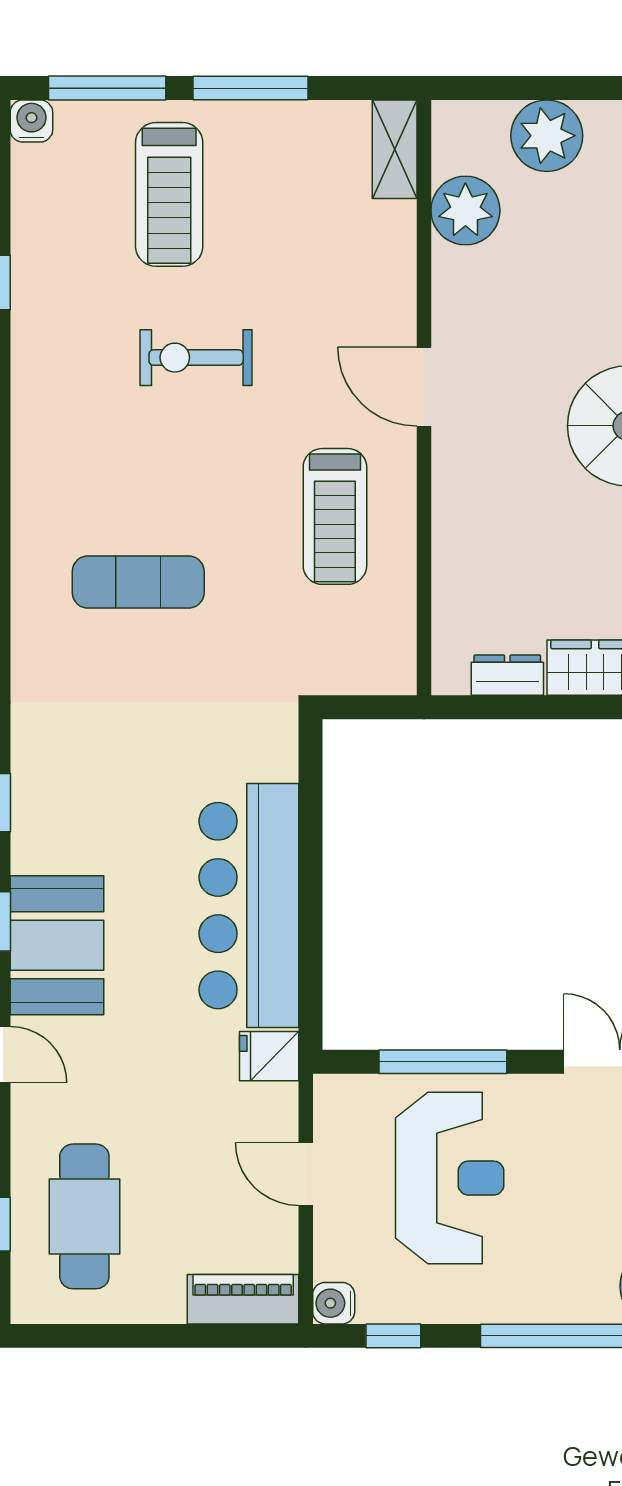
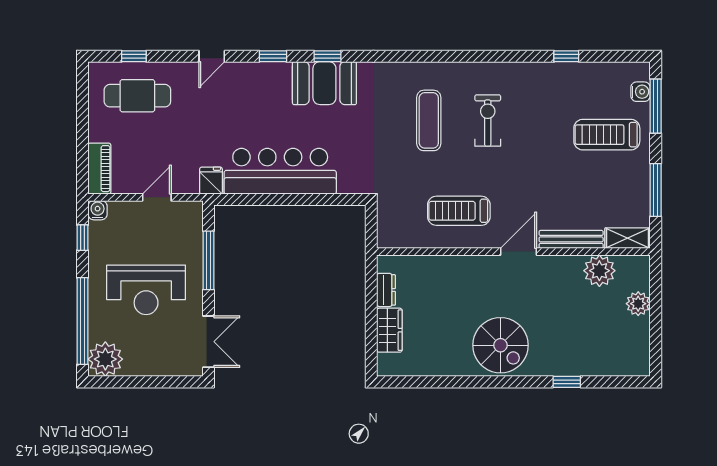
window: (250, 88) -> (656, 190), moved
water cooler: (31, 121) -> (641, 92), moved
plant: (547, 136) -> (638, 304), width x0.73, depth x0.73
bench: (397, 272) -> (571, 239), added
exercise bike: (196, 358) -> (488, 120), moved
booth: (57, 945) -> (324, 83), moved
reception desk: (450, 1178) -> (146, 290), moved

